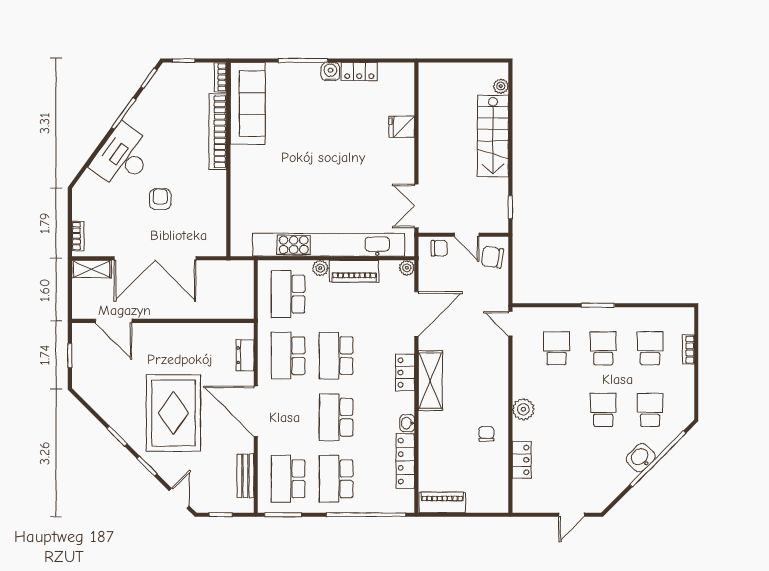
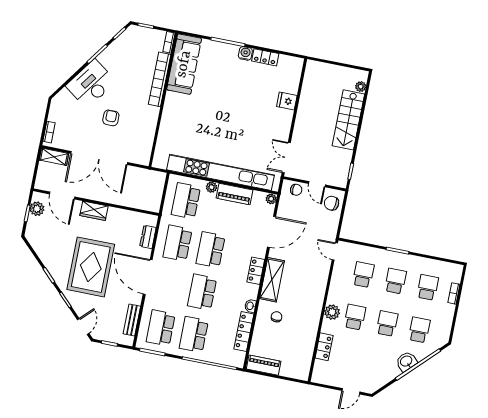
wardrobe: (162, 333) -> (94, 211), added
plant: (82, 346) -> (37, 209), added
school desk: (556, 410) -> (355, 317), added
chair: (486, 434) -> (277, 317), moved

